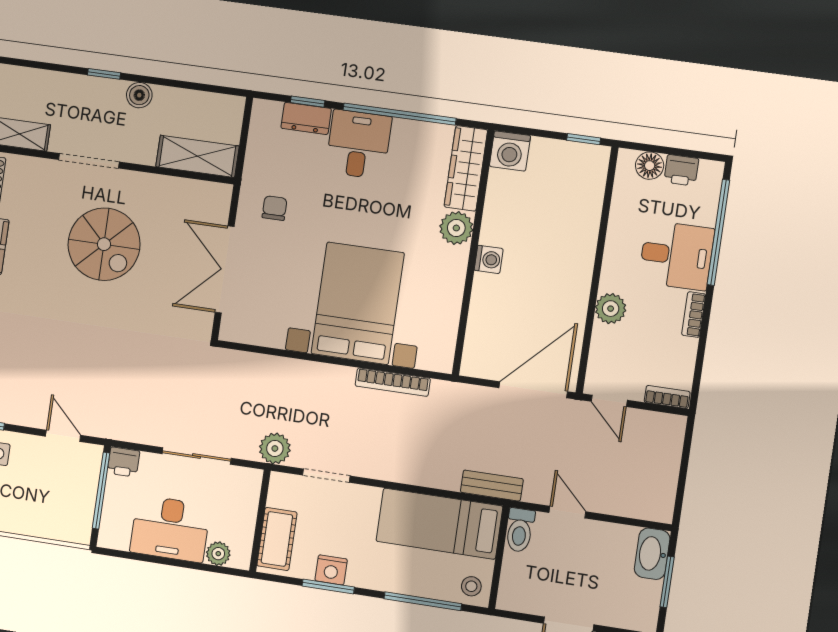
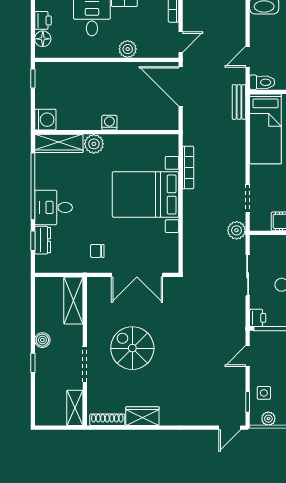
spiral stairs: (104, 244) -> (132, 348), turned -90

